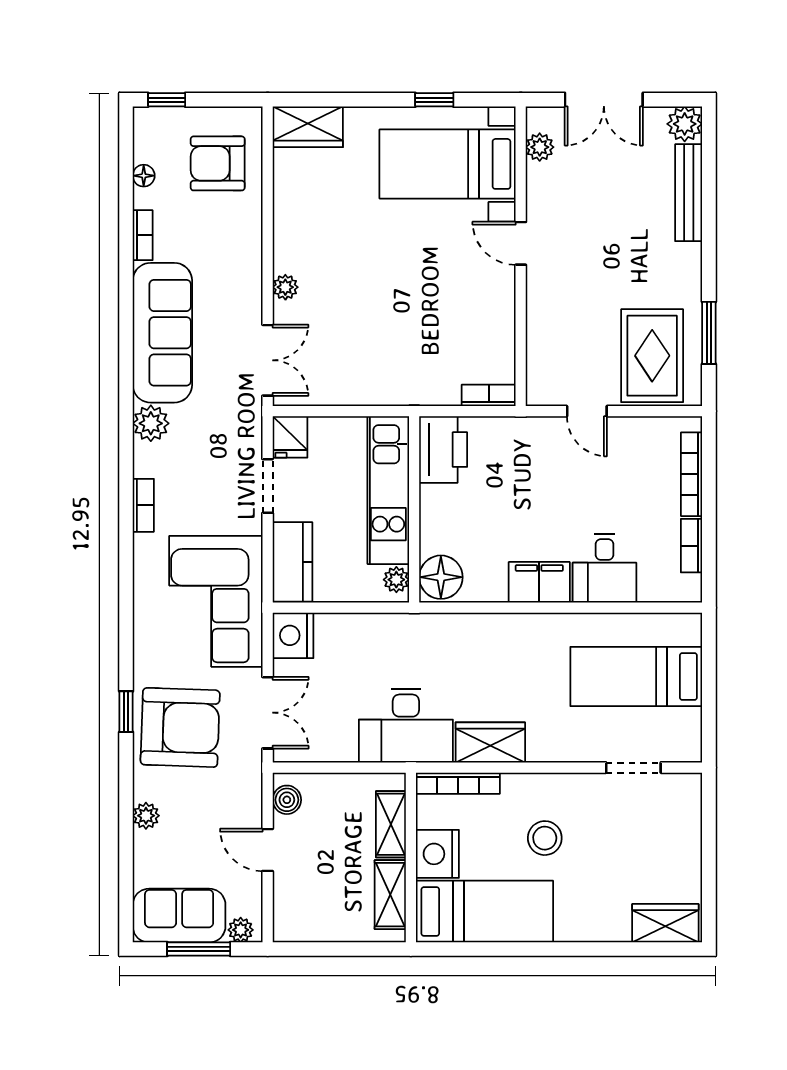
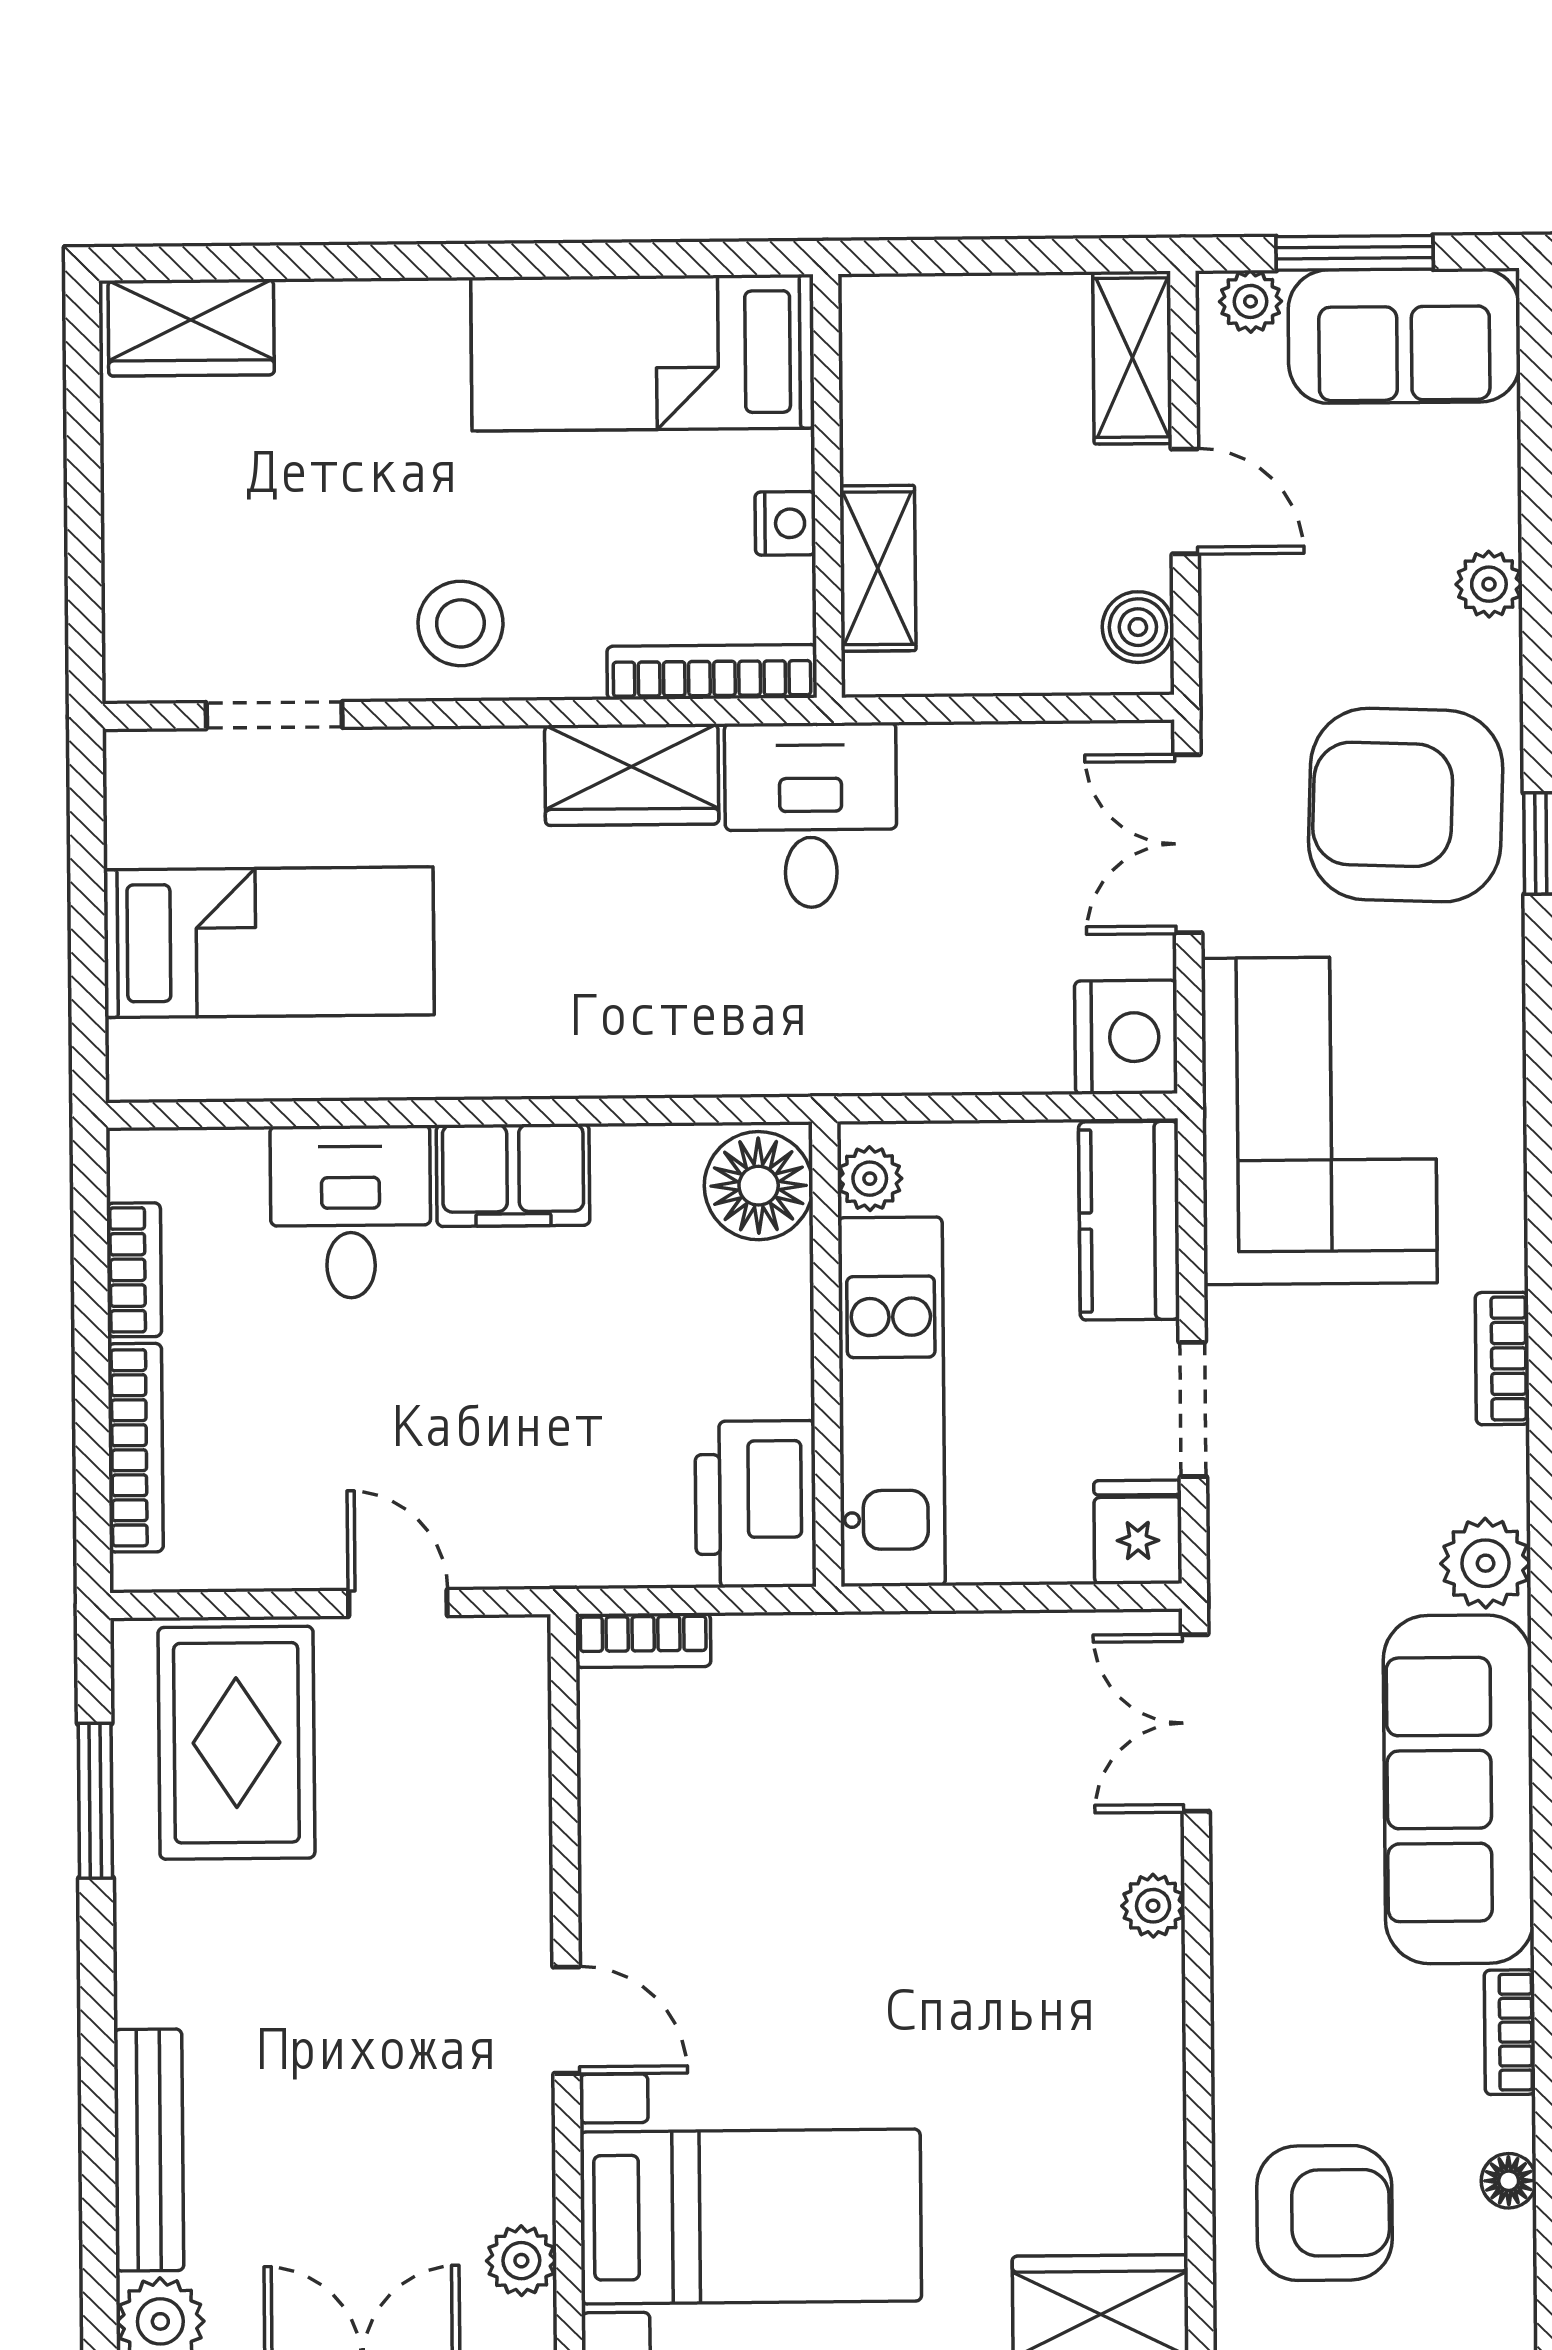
desk: (406, 726) -> (811, 815), width x0.73
stool: (545, 838) -> (460, 623), moved
nightstand: (437, 854) -> (785, 523), width x0.53, depth x0.56
shelving: (390, 895) -> (1132, 358), moved

